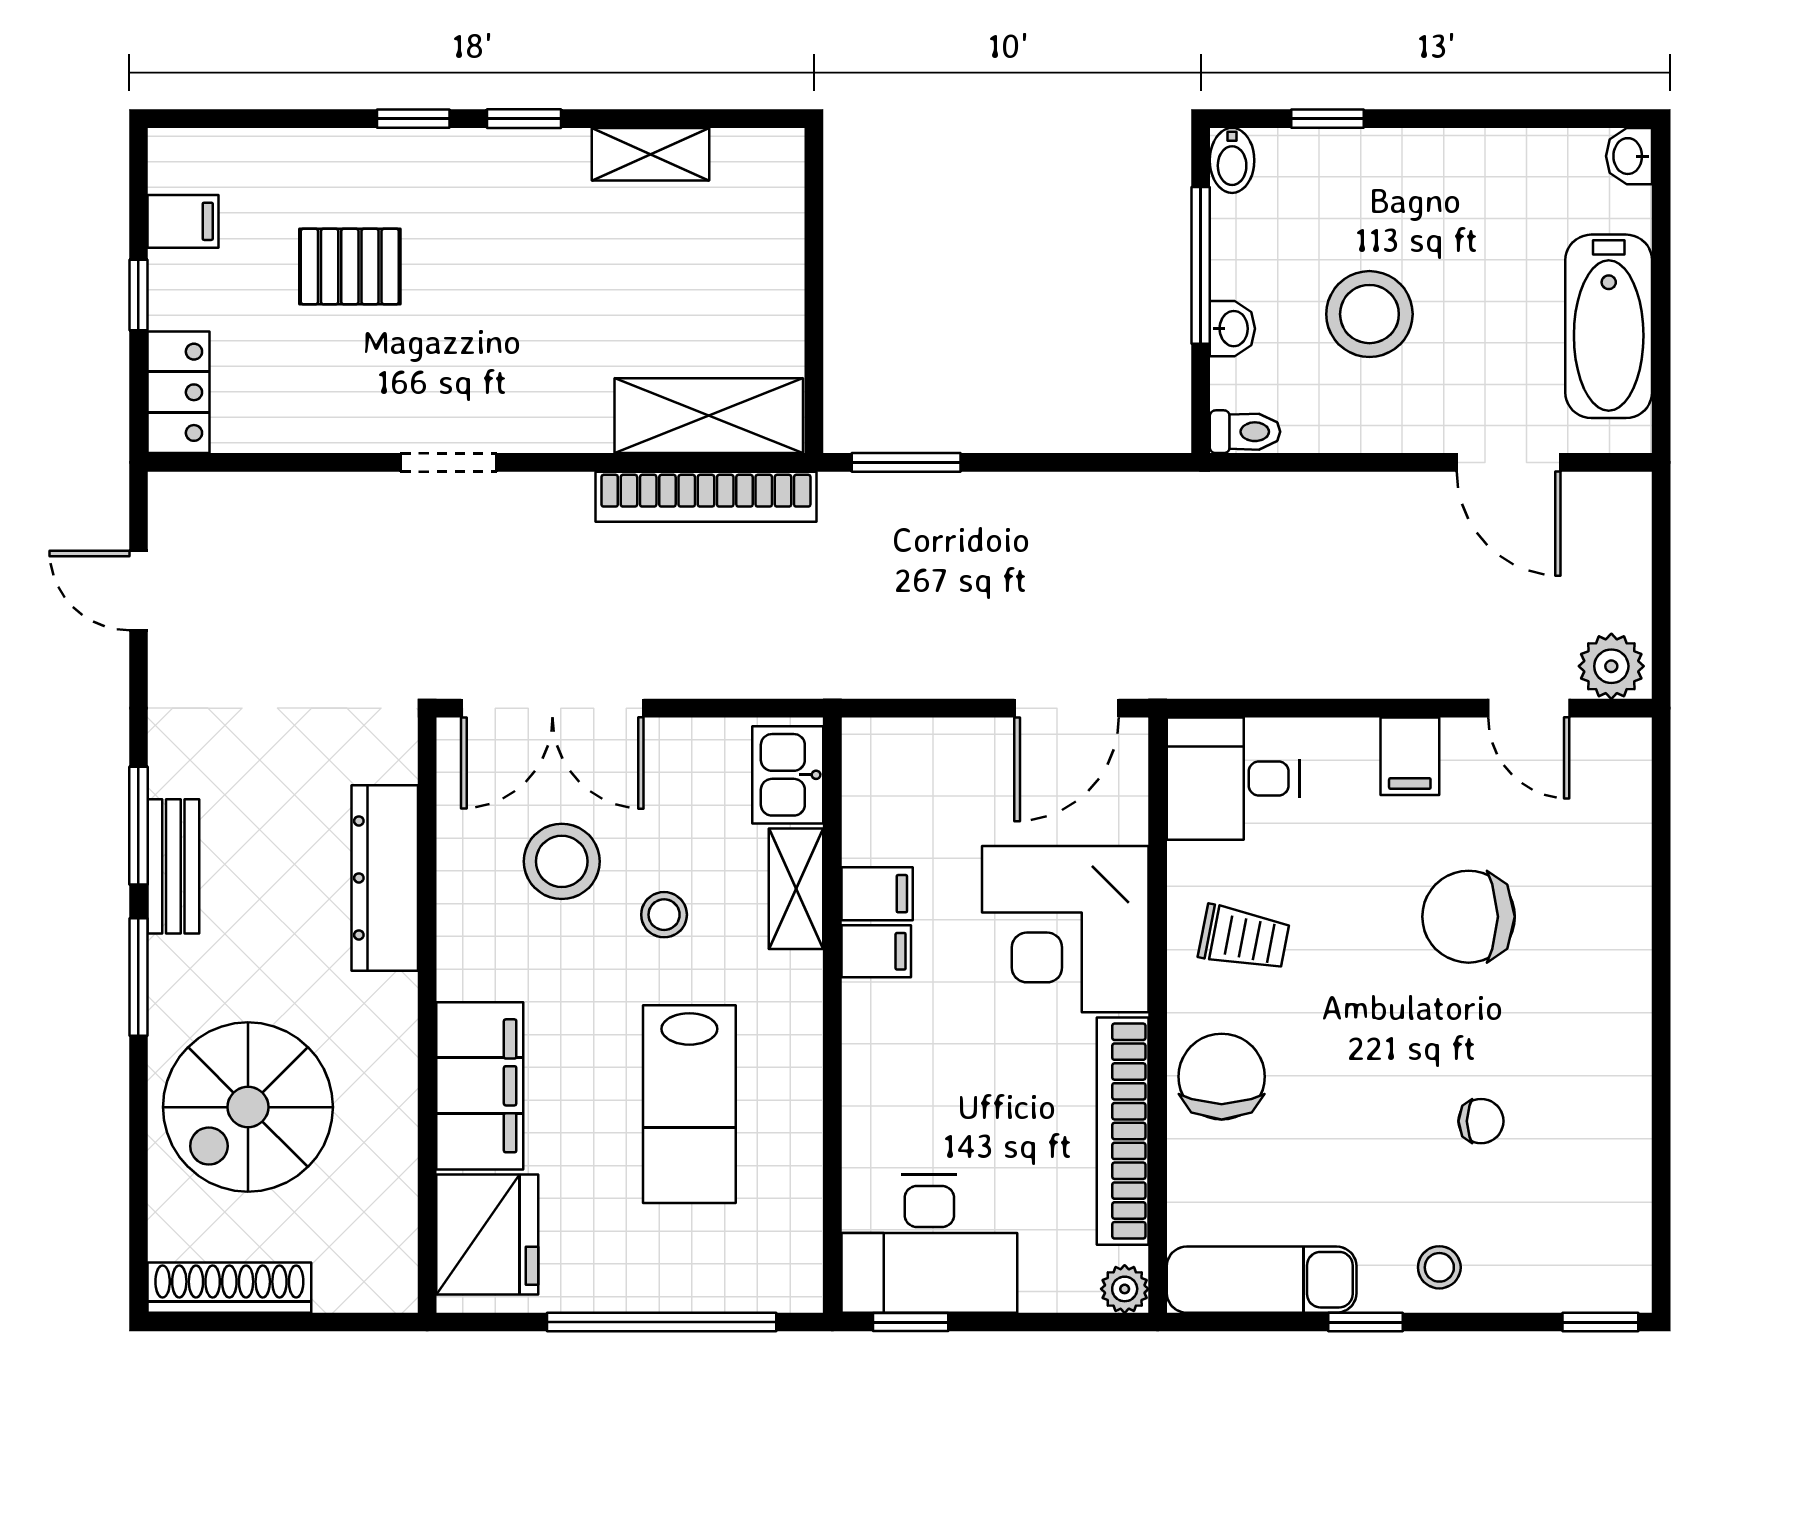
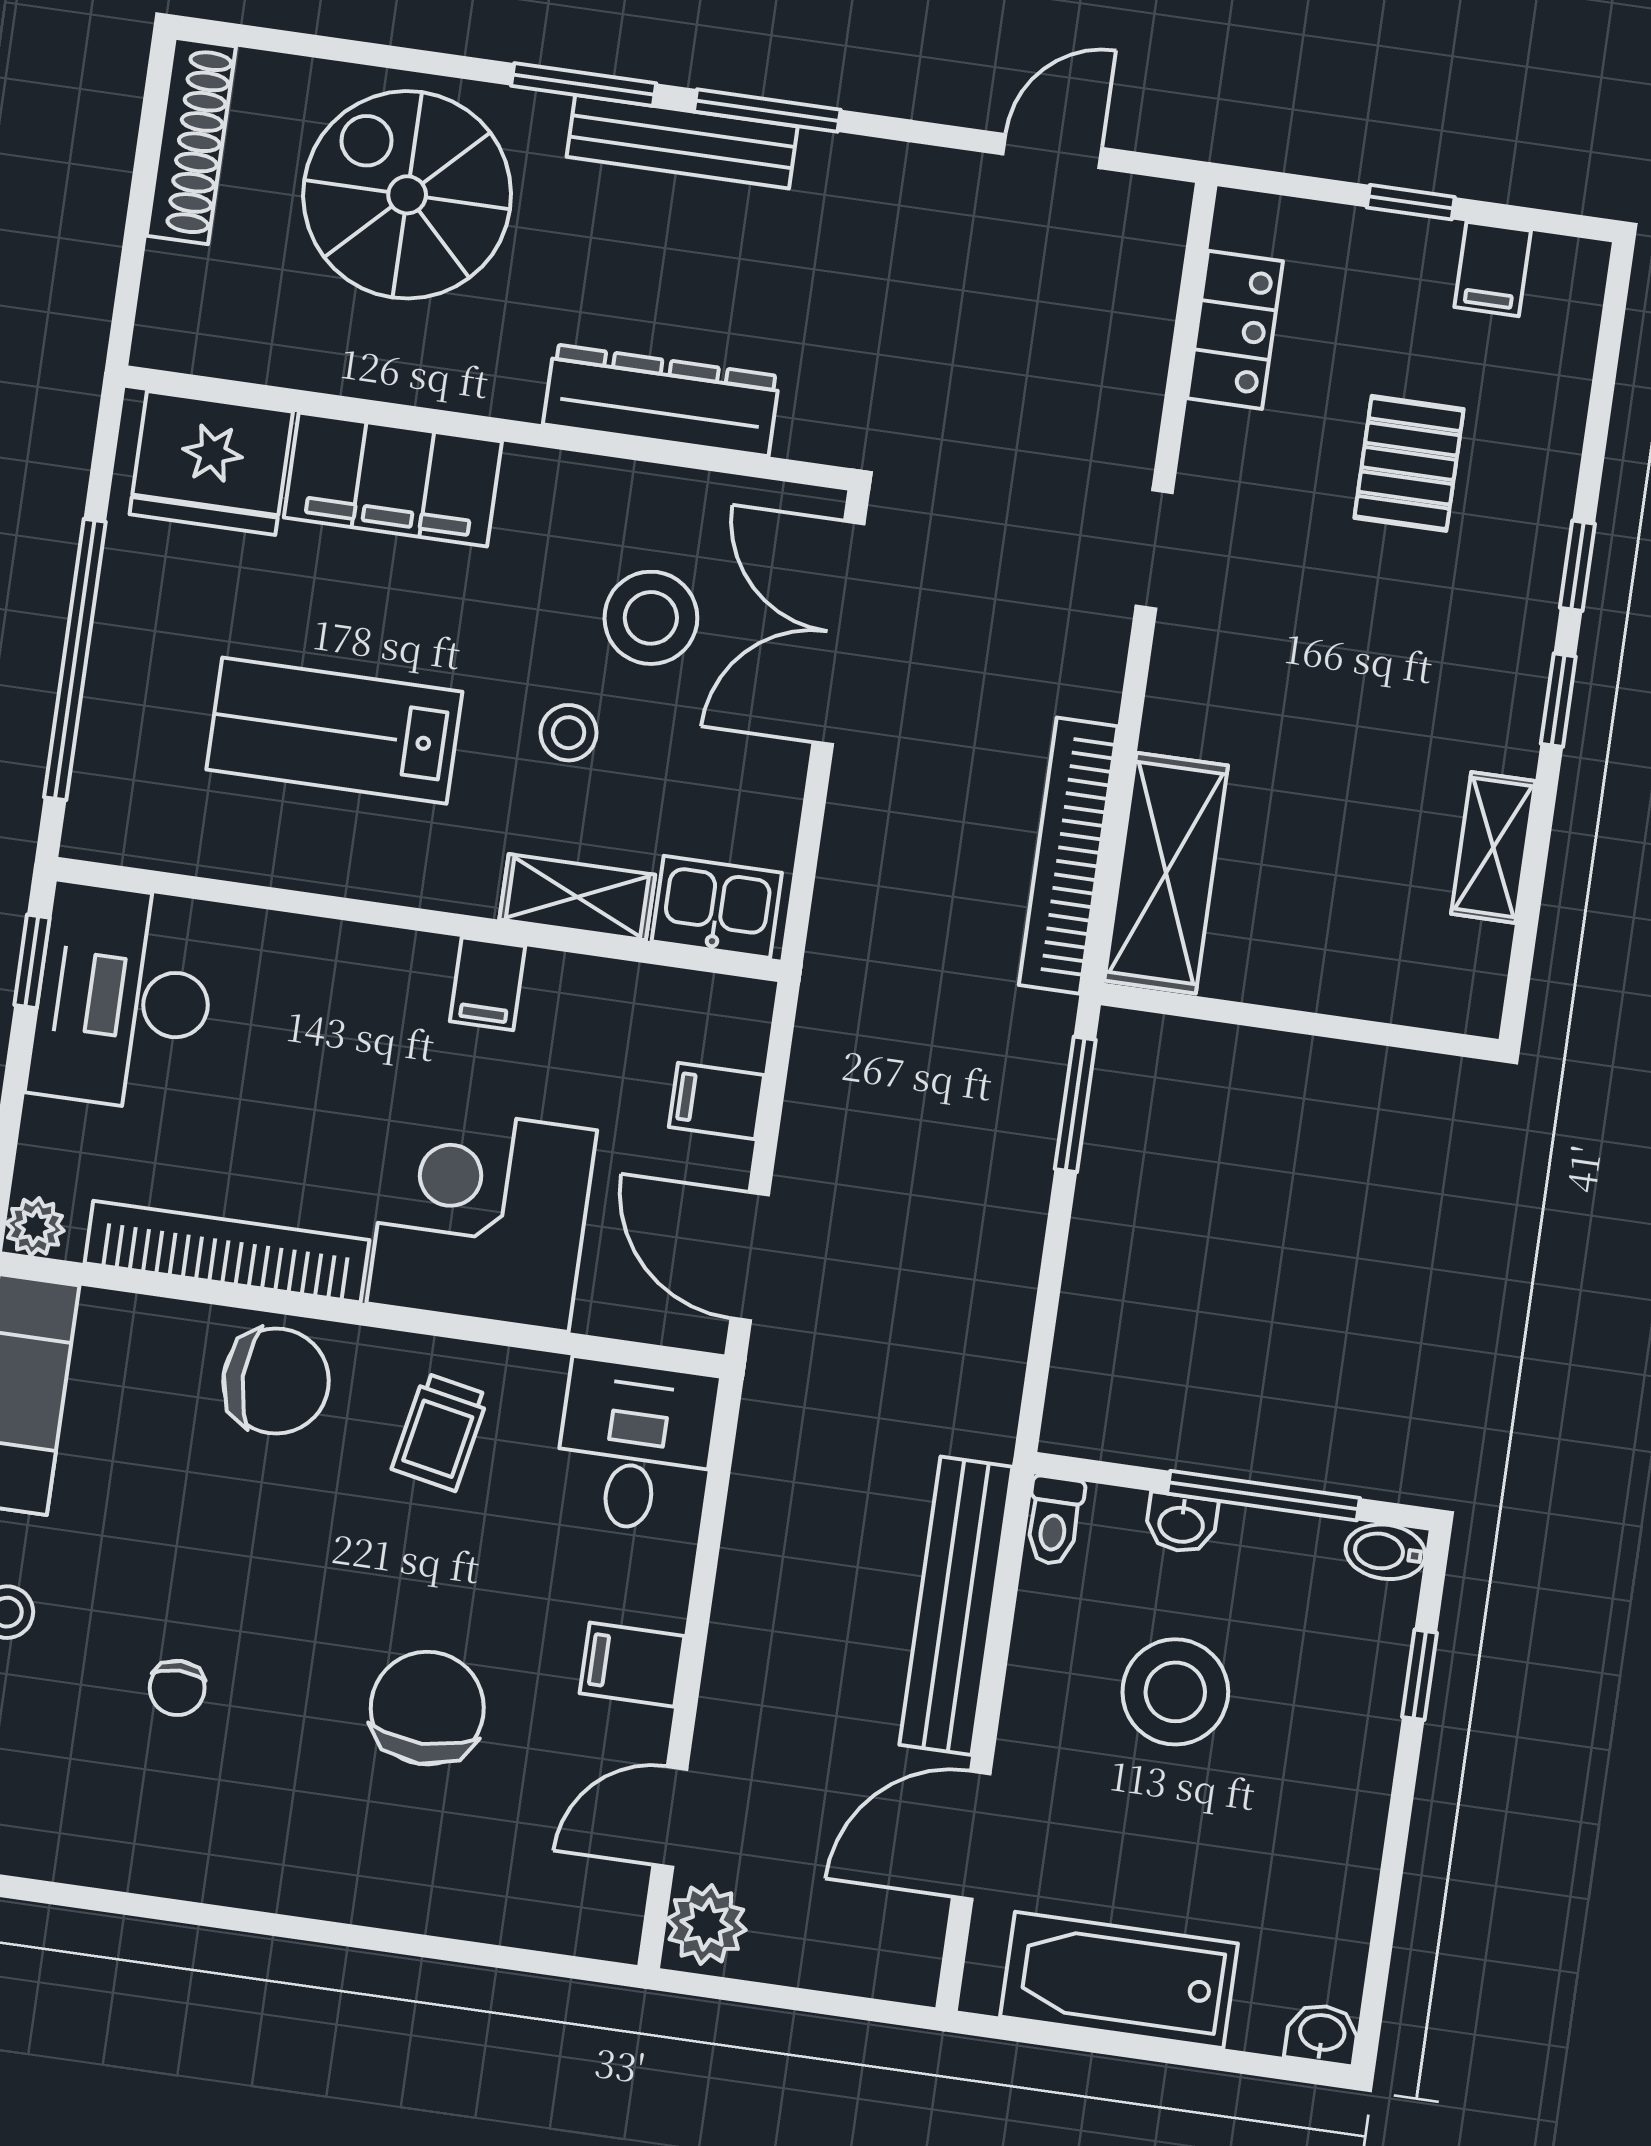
locker: (179, 392) -> (1235, 330), moved, turned -90
bench: (1325, 501) -> (956, 1606), added
bench: (173, 866) -> (682, 142), width x1.36
filing cabinet: (877, 894) -> (716, 1101), moved, turned 90

